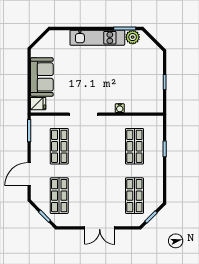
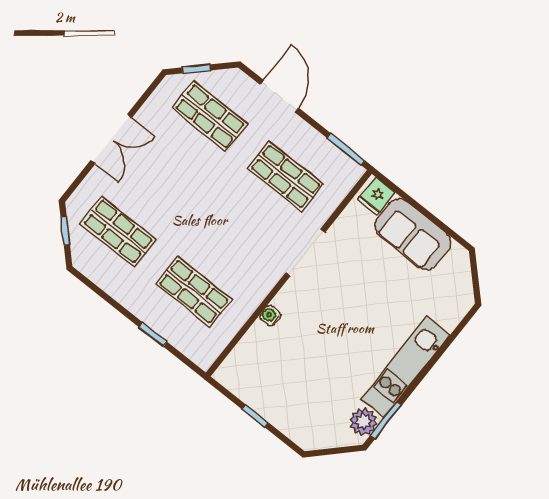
double door: (100, 228) -> (111, 139), swing flipped

